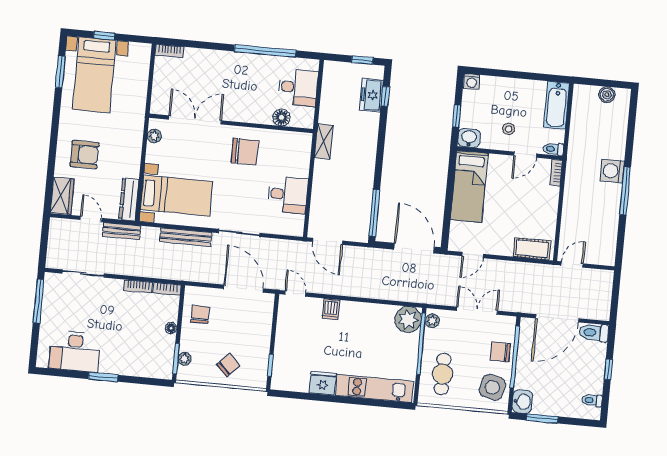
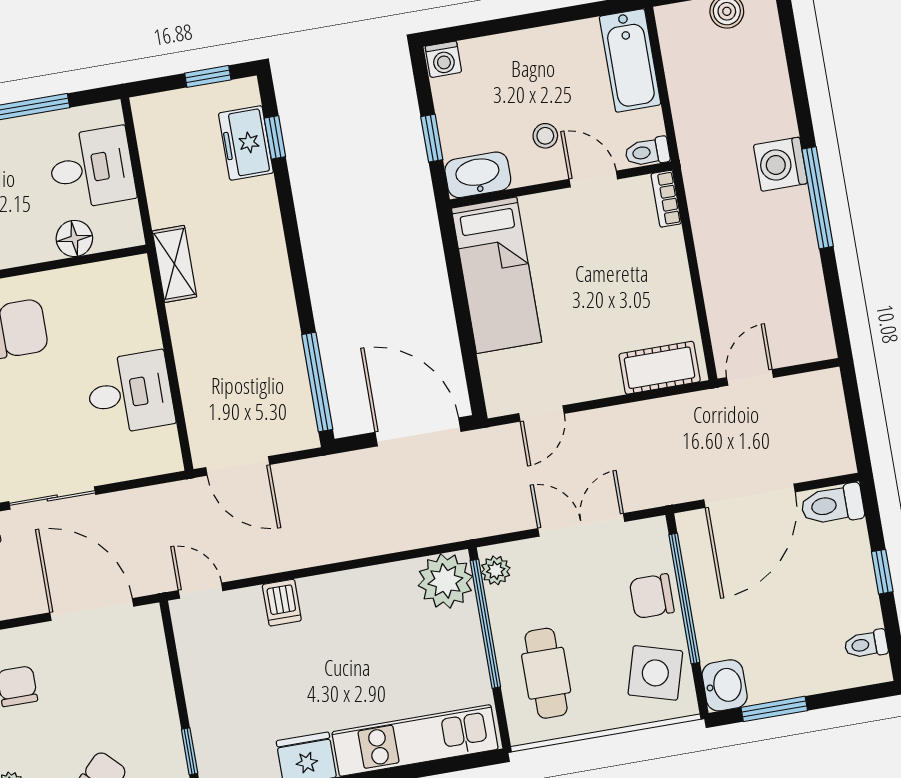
washbasin: (469, 138) -> (478, 175), width x1.38
door: (525, 155) -> (593, 179), swing flipped

